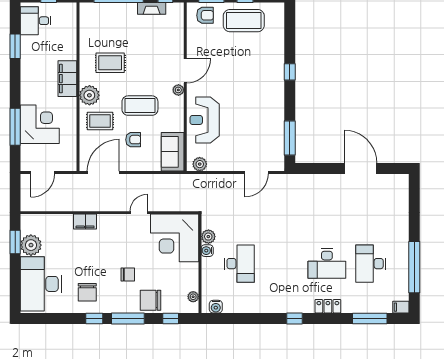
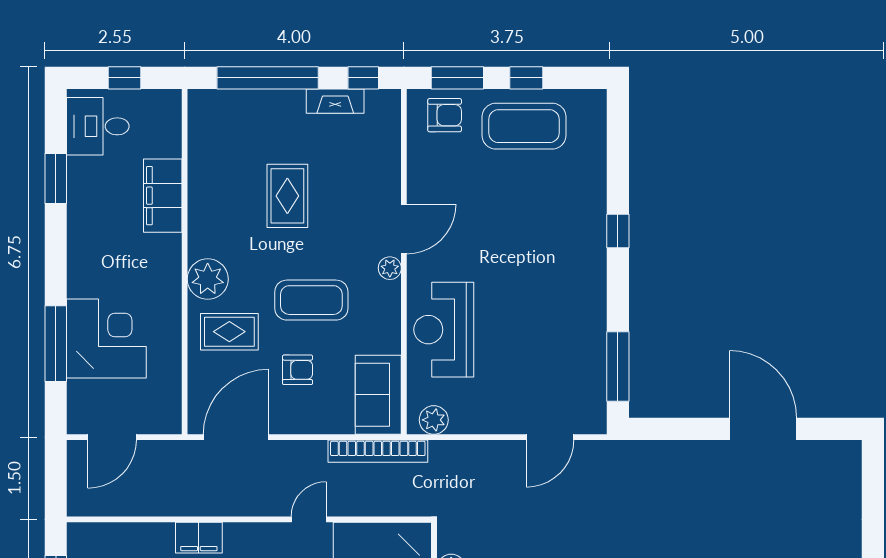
rug: (110, 63) -> (287, 196), moved, turned 90
filing cabinet: (67, 79) -> (163, 196), moved
bookcase: (172, 179) -> (378, 451), added

